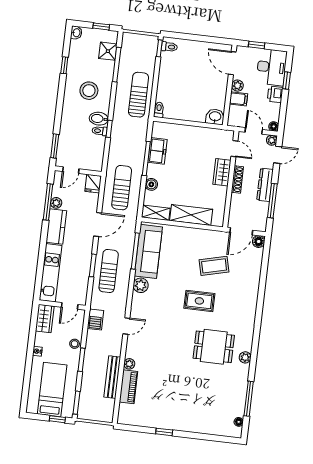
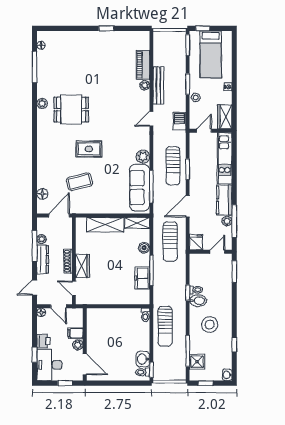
washbasin: (215, 117) -> (143, 359), moved, turned 90
plant: (272, 140) -> (42, 239), moved
floor lamp: (259, 241) -> (42, 194), moved
bench: (112, 377) -> (158, 85), moved

